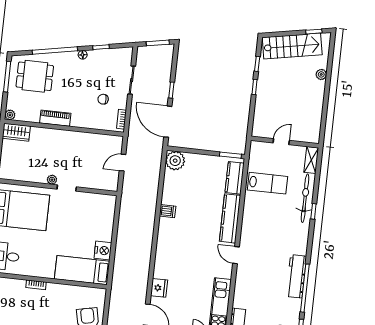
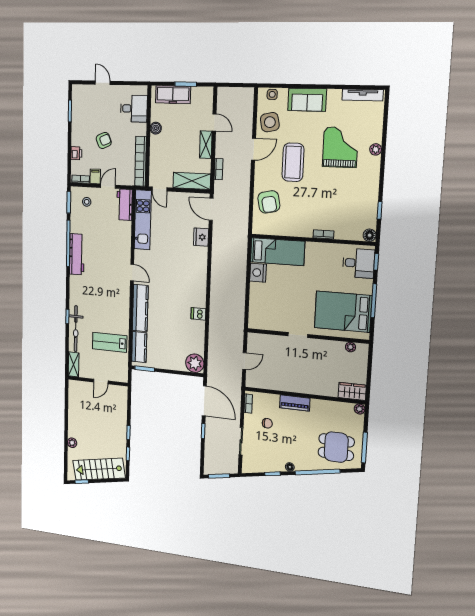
piano: (55, 118) -> (295, 403), moved
plant: (52, 180) -> (350, 347), moved

